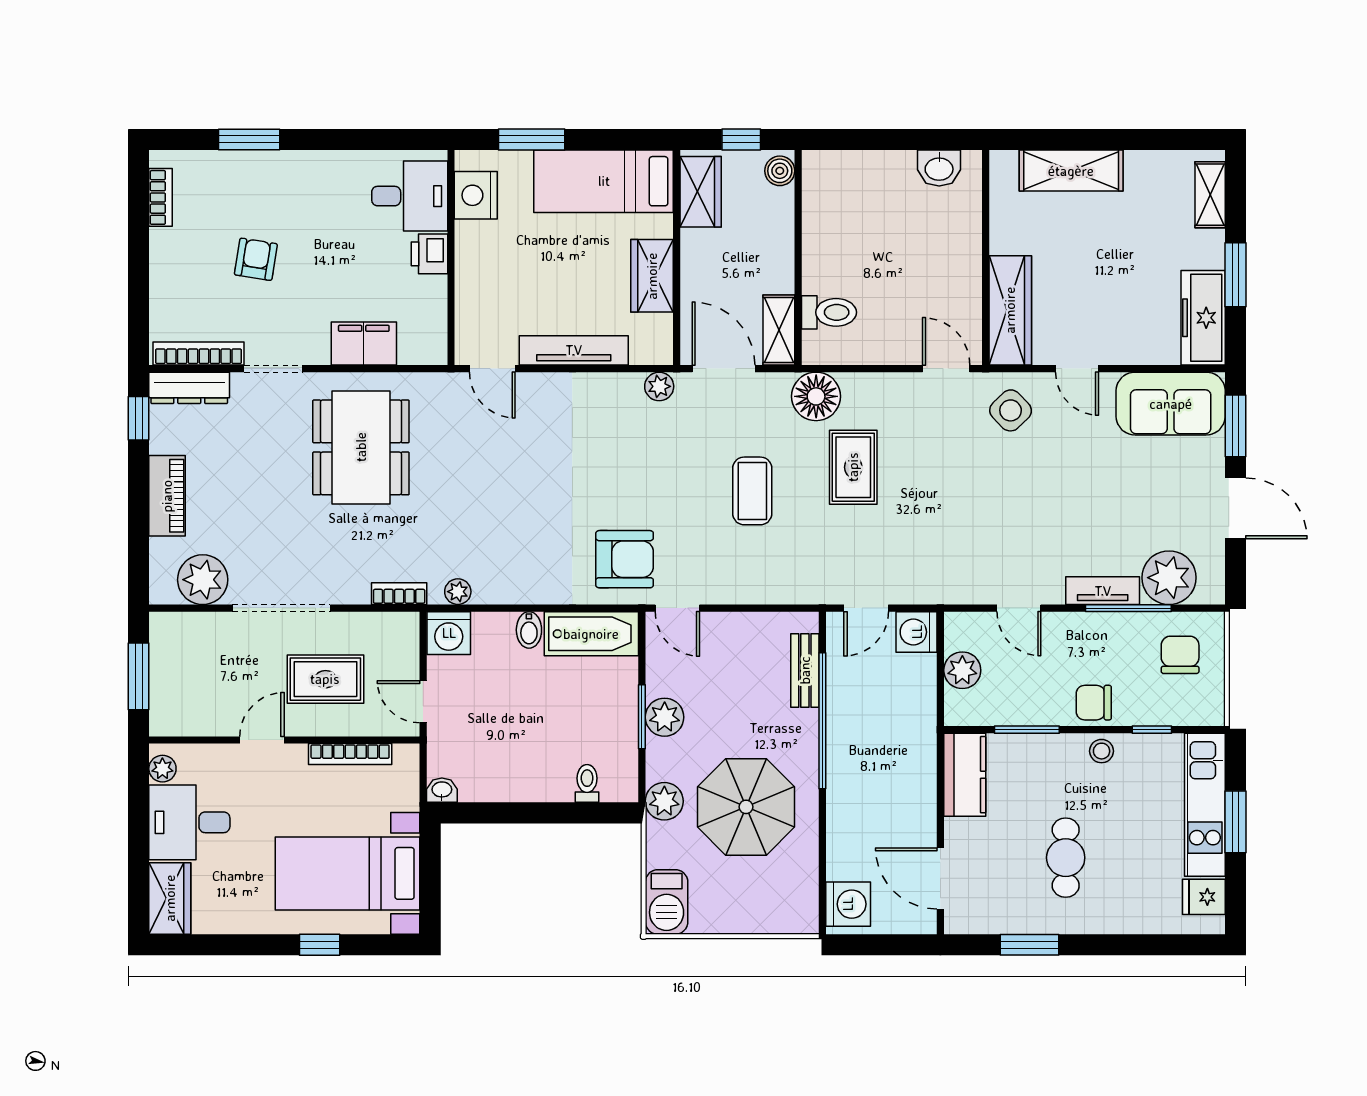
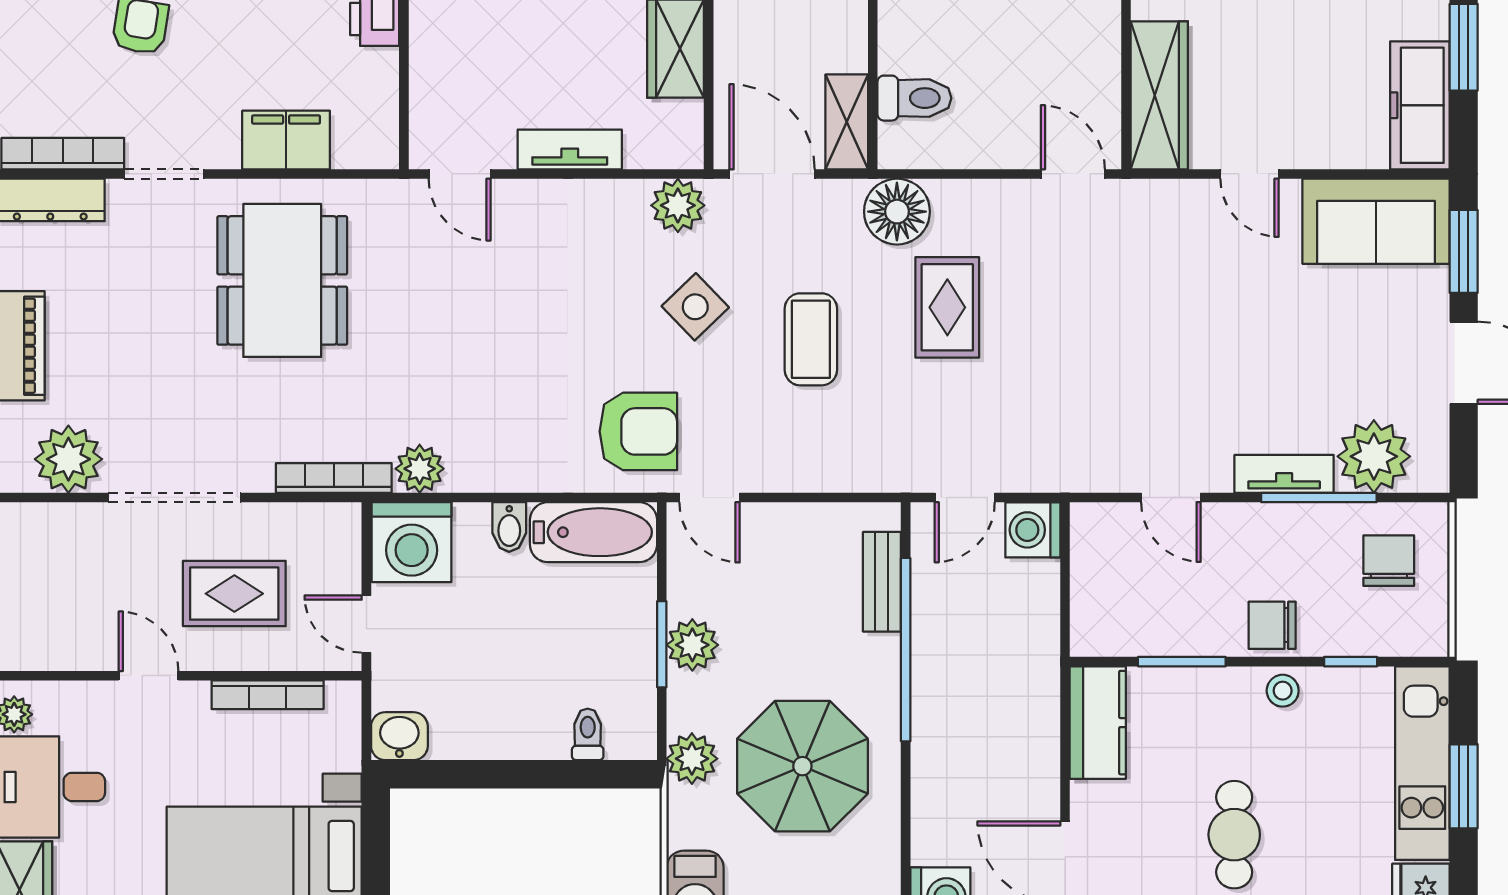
tv unit: (574, 350) -> (570, 149), width x0.71
plant: (659, 386) -> (678, 205), width x1.38, depth x1.38
side table: (1011, 410) -> (695, 307), moved
plant: (458, 592) -> (420, 469), width x1.38, depth x1.38
bookcase: (399, 594) -> (334, 478), width x1.56
washing machine: (449, 633) -> (412, 542), width x1.37, depth x1.37
plant: (962, 670) -> (1095, 582), removed
door: (262, 740) -> (148, 676), hinge flipped
washbasin: (442, 790) -> (399, 736), width x1.38, depth x1.45

